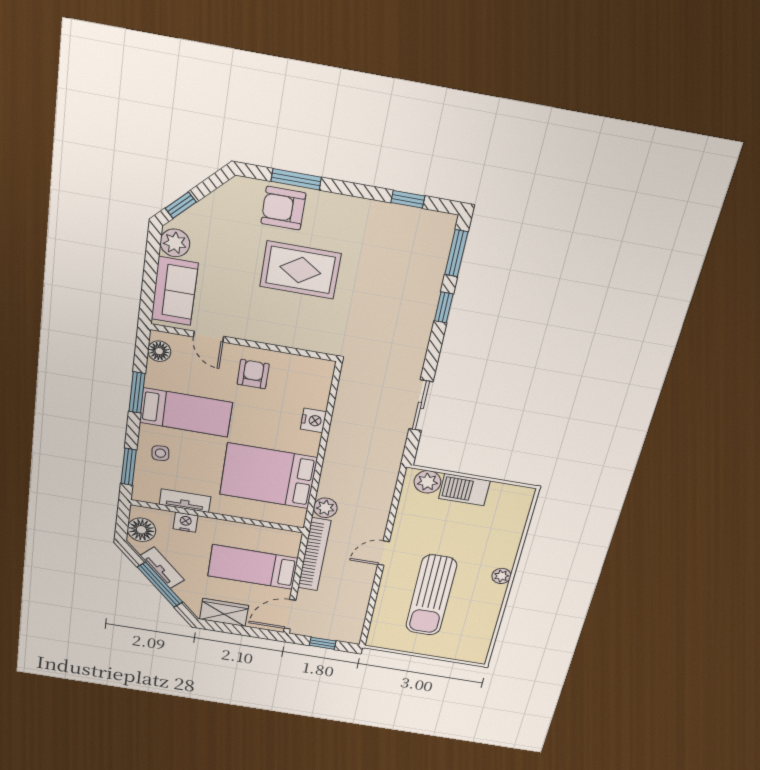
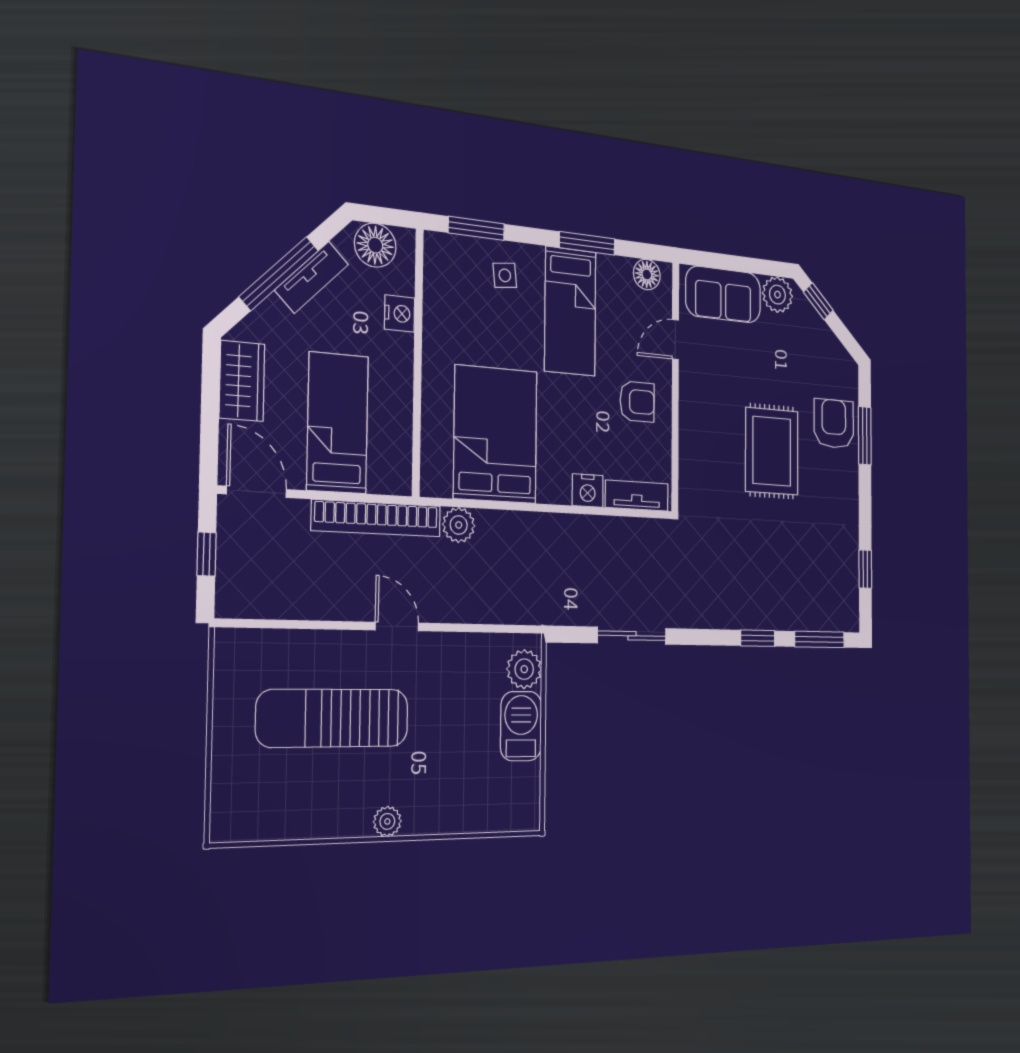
tv unit: (185, 501) -> (637, 496), moved, turned -90

